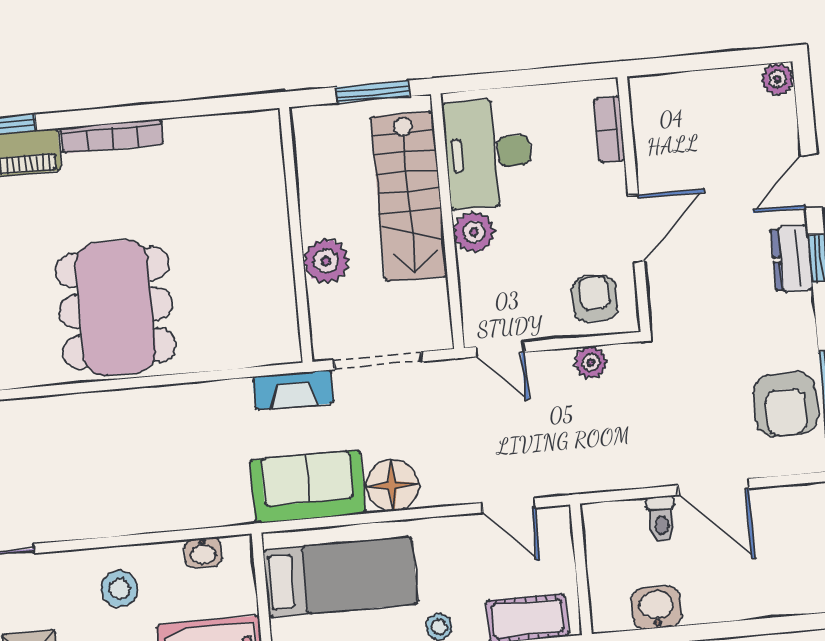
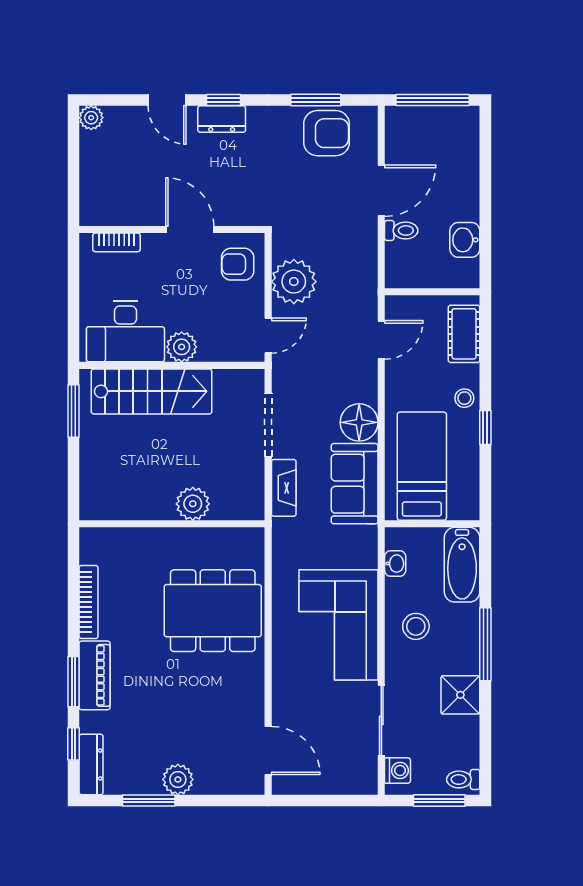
wall: (296, 235) -> (172, 524), moved
plant: (326, 261) -> (193, 504), moved
plant: (591, 362) -> (294, 282), width x1.87, depth x1.87
corner sofa: (112, 482) -> (338, 625), added

